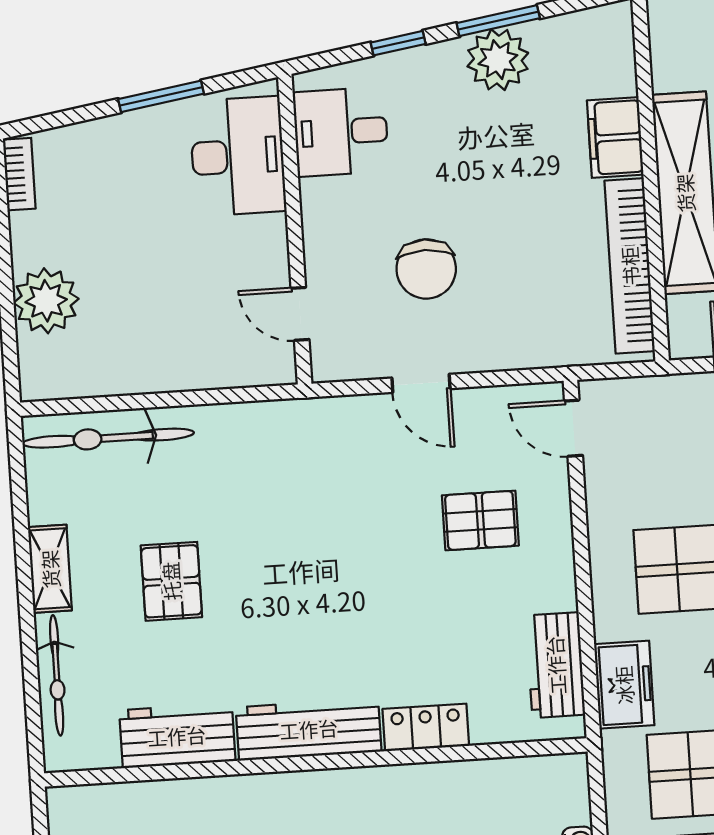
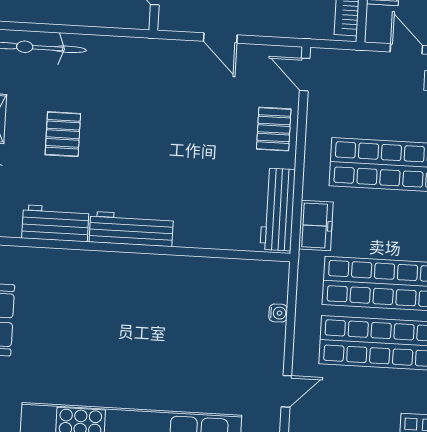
pallet: (480, 520) -> (274, 129), moved, turned 90
workbench: (556, 665) -> (278, 209), width x1.38
locker: (426, 727) -> (199, 236), removed

